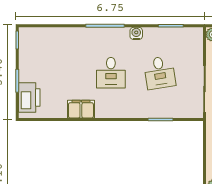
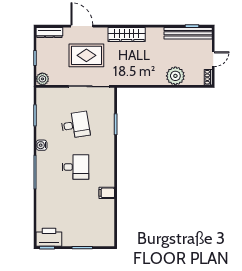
printer: (29, 98) -> (49, 237), moved
filing cabinet: (81, 109) -> (107, 193), width x0.50

